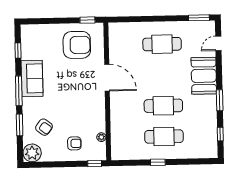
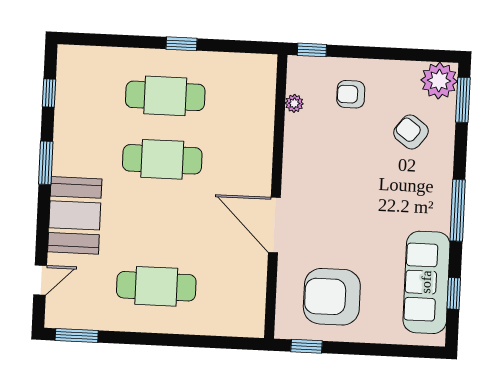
sofa: (32, 78) -> (426, 282), moved, width x1.36
window: (20, 125) -> (463, 100), moved

